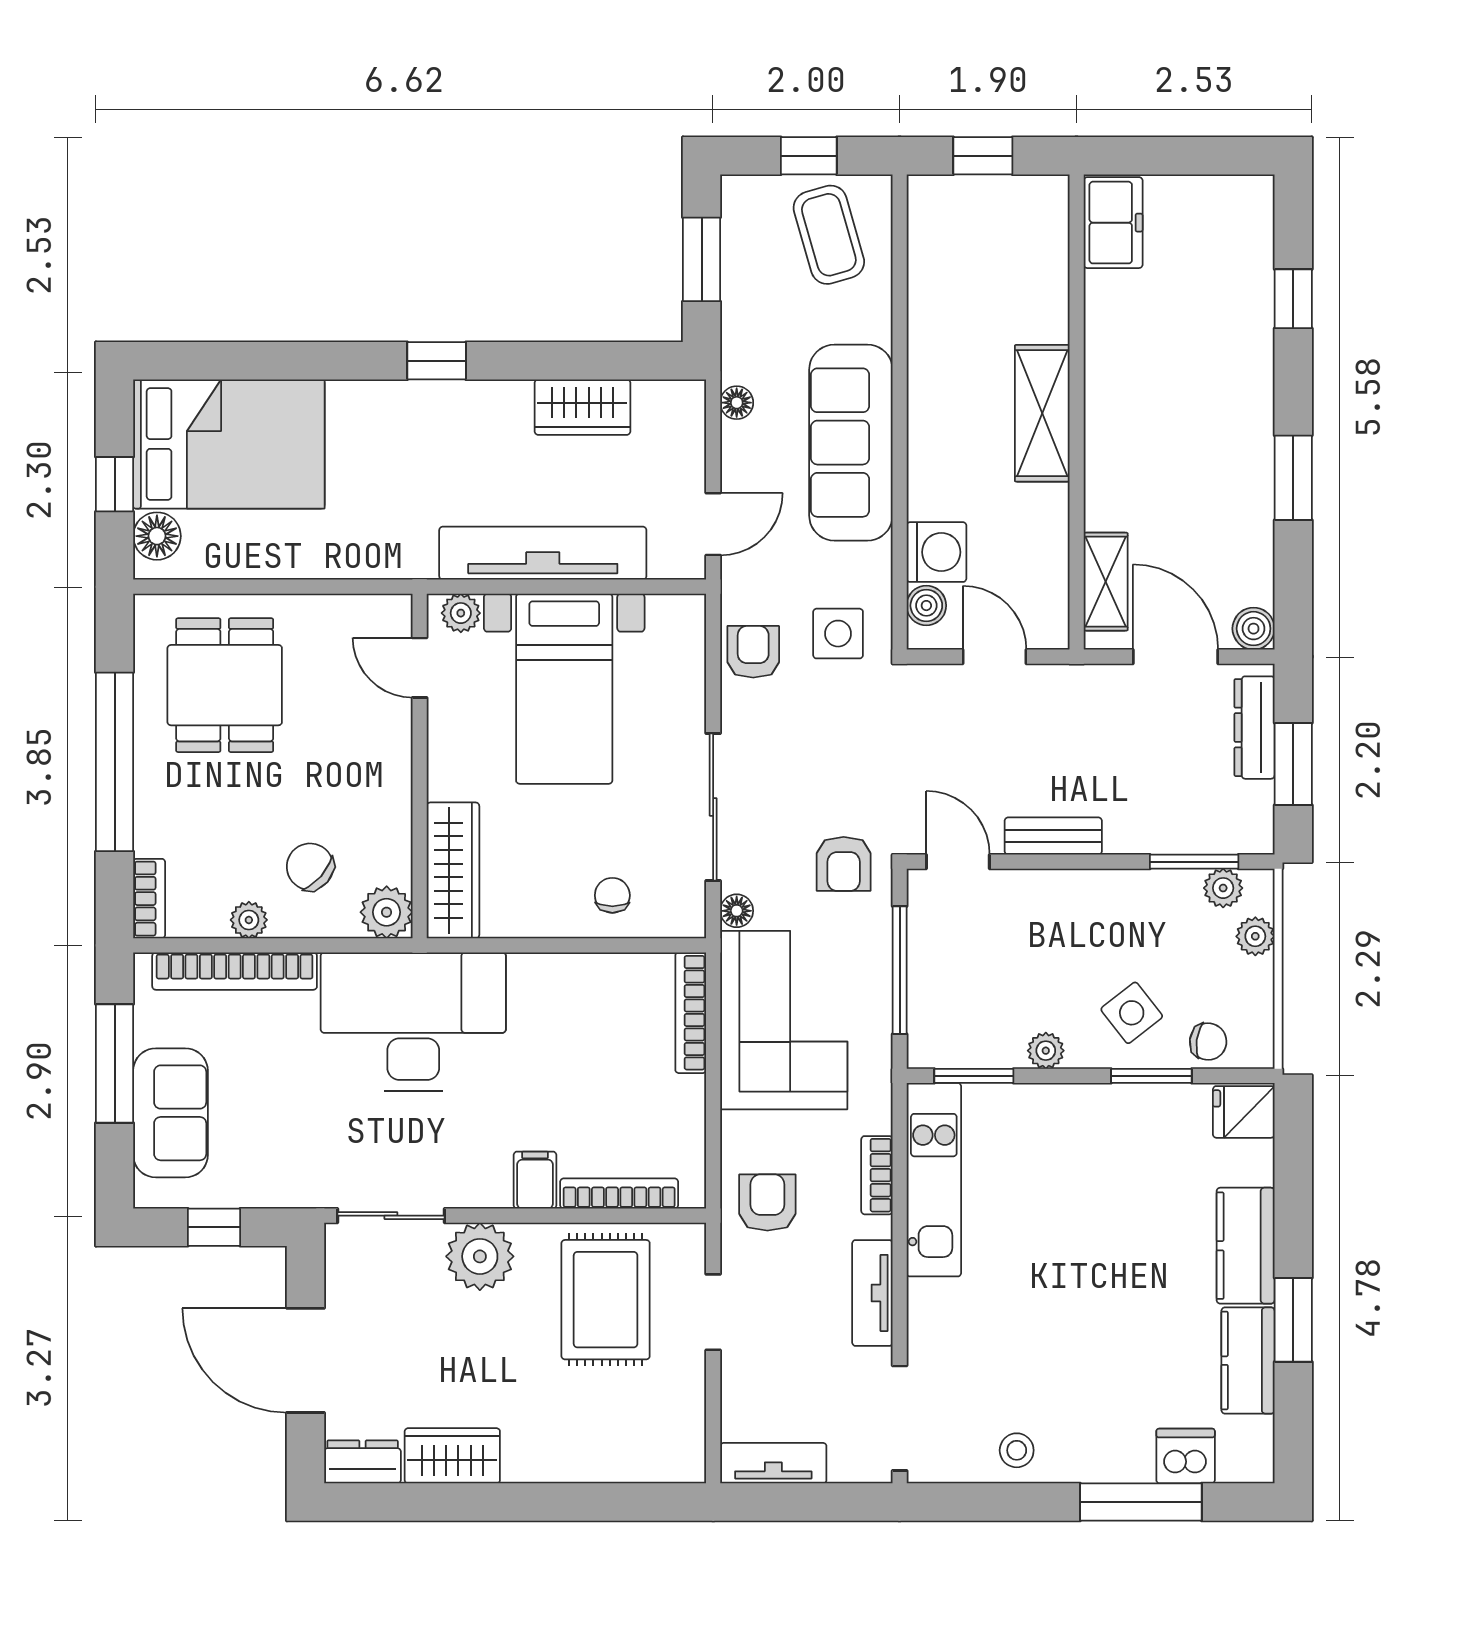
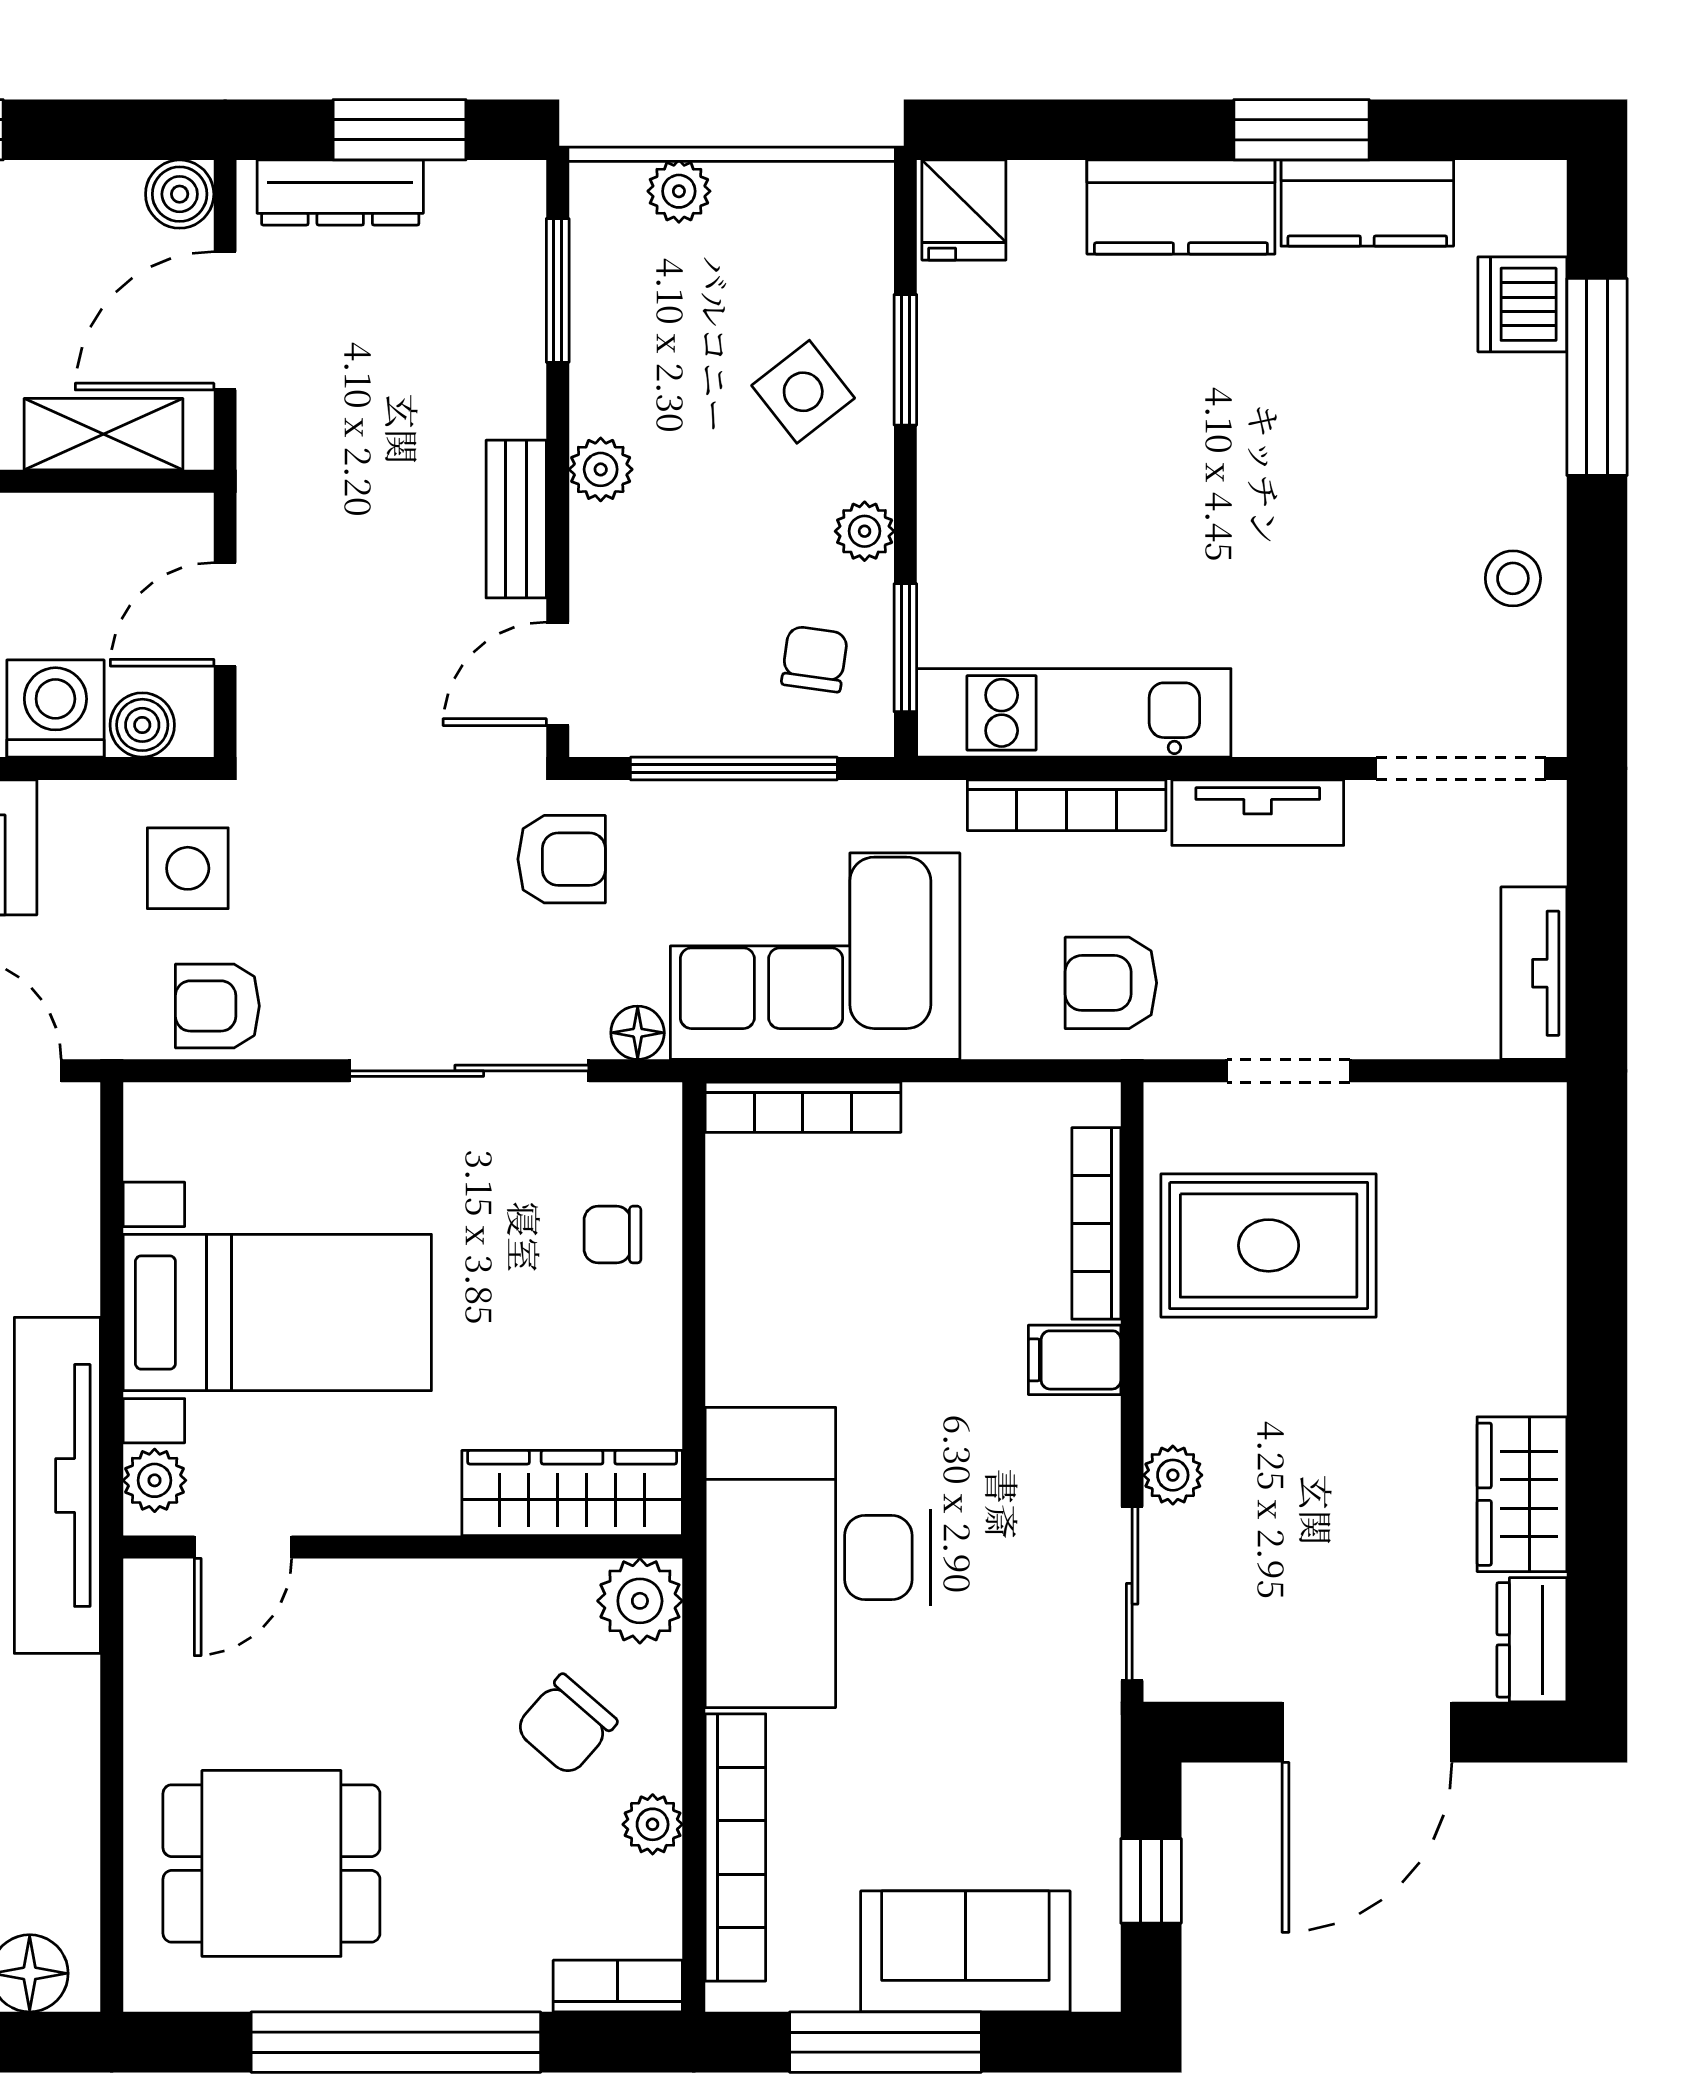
tv unit: (543, 553) -> (57, 1485), moved
plant: (1223, 888) -> (601, 469), moved
chair: (1208, 1042) -> (815, 659), moved
bookcase: (877, 1175) -> (1067, 805), width x1.56
plant: (480, 1256) -> (1173, 1475), width x0.53, depth x0.53

